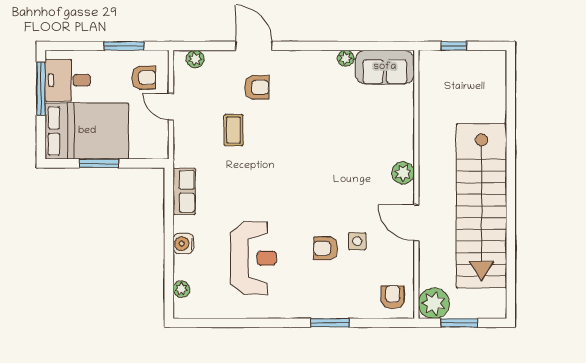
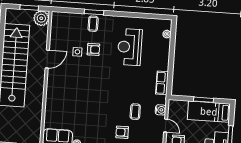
bed: (87, 131) -> (209, 112), width x0.67
plant: (403, 173) -> (52, 84), removed
door: (416, 223) -> (47, 59), hinge flipped
water cooler: (183, 244) -> (161, 110), moved
armchair: (393, 297) -> (62, 23), removed
coffee table: (330, 300) -> (93, 24), added

